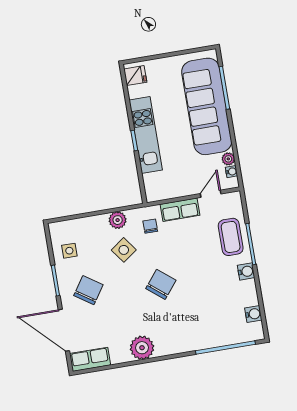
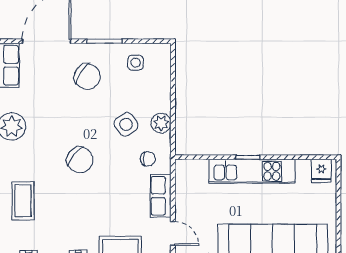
coffee table: (204, 327) -> (23, 201), added

